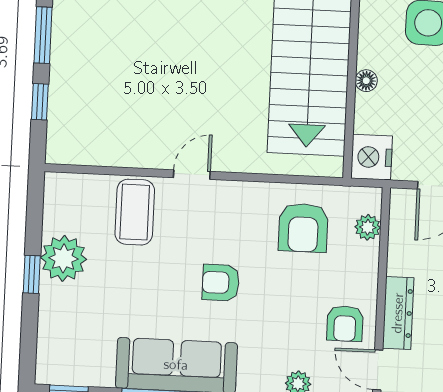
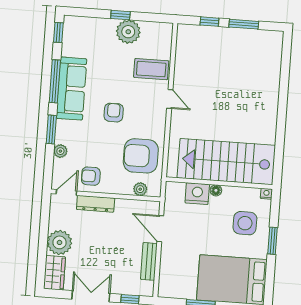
nightstand: (372, 157) -> (197, 194), moved
armchair: (303, 228) -> (141, 156), width x1.36, depth x1.36

